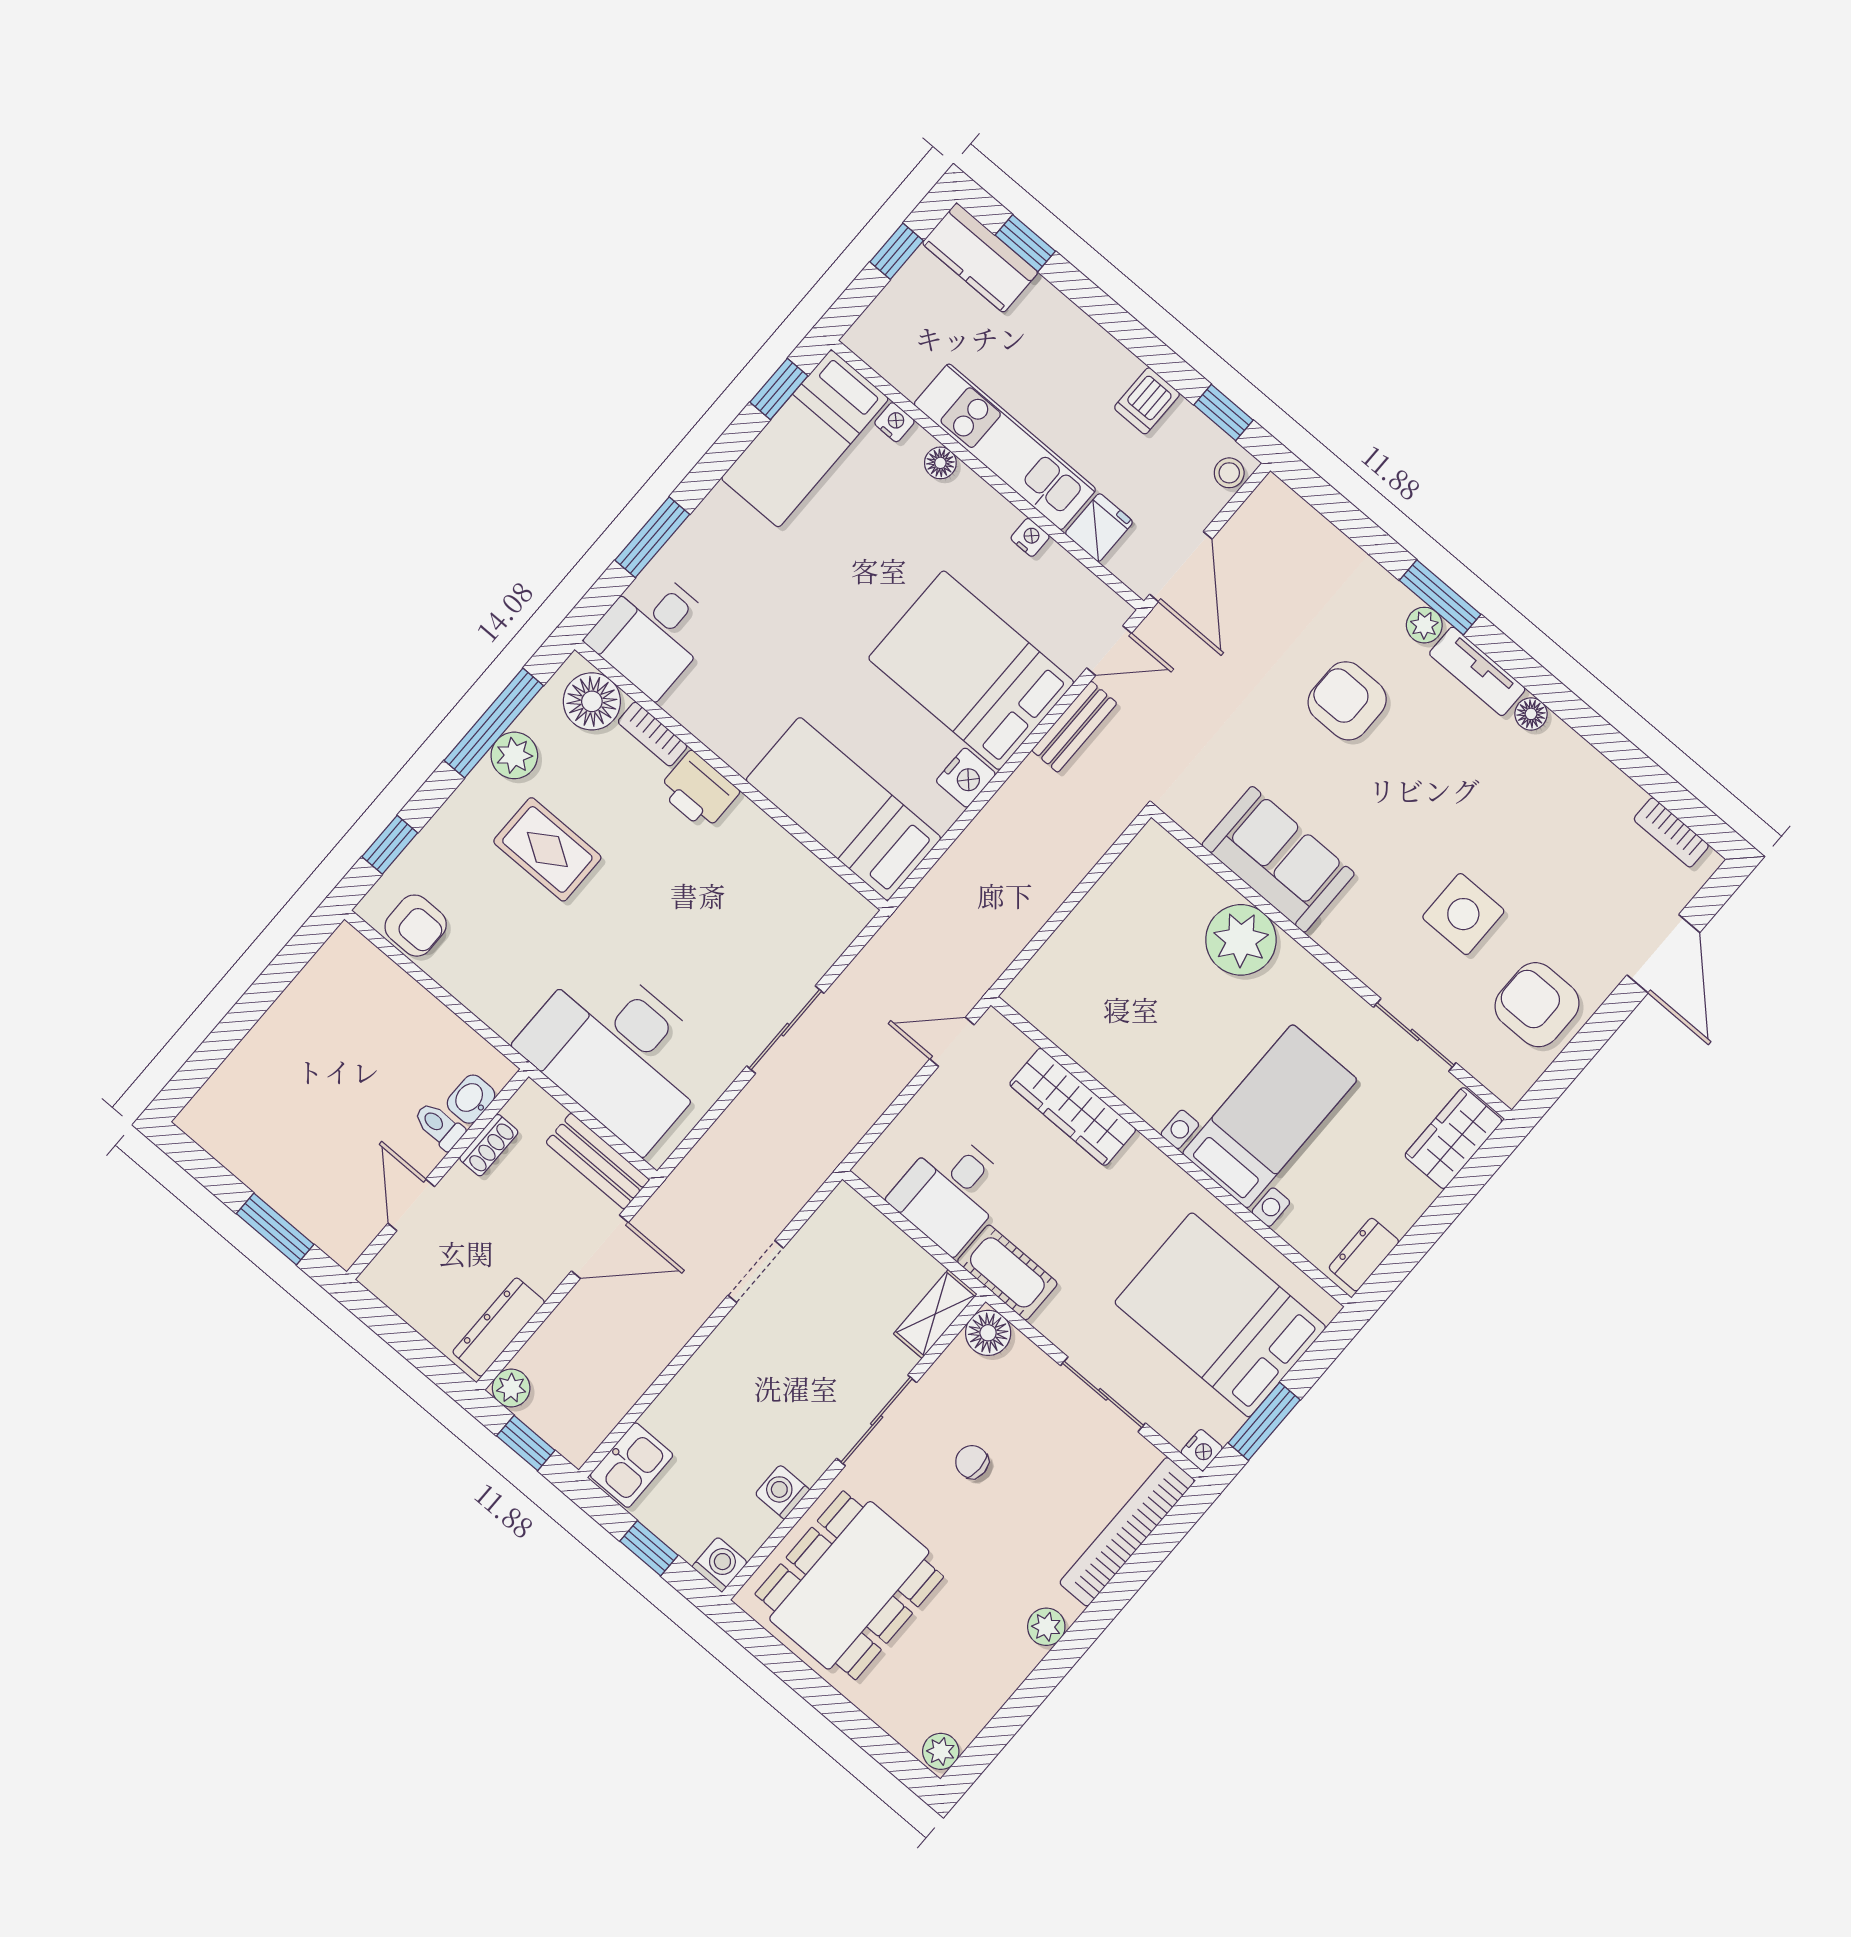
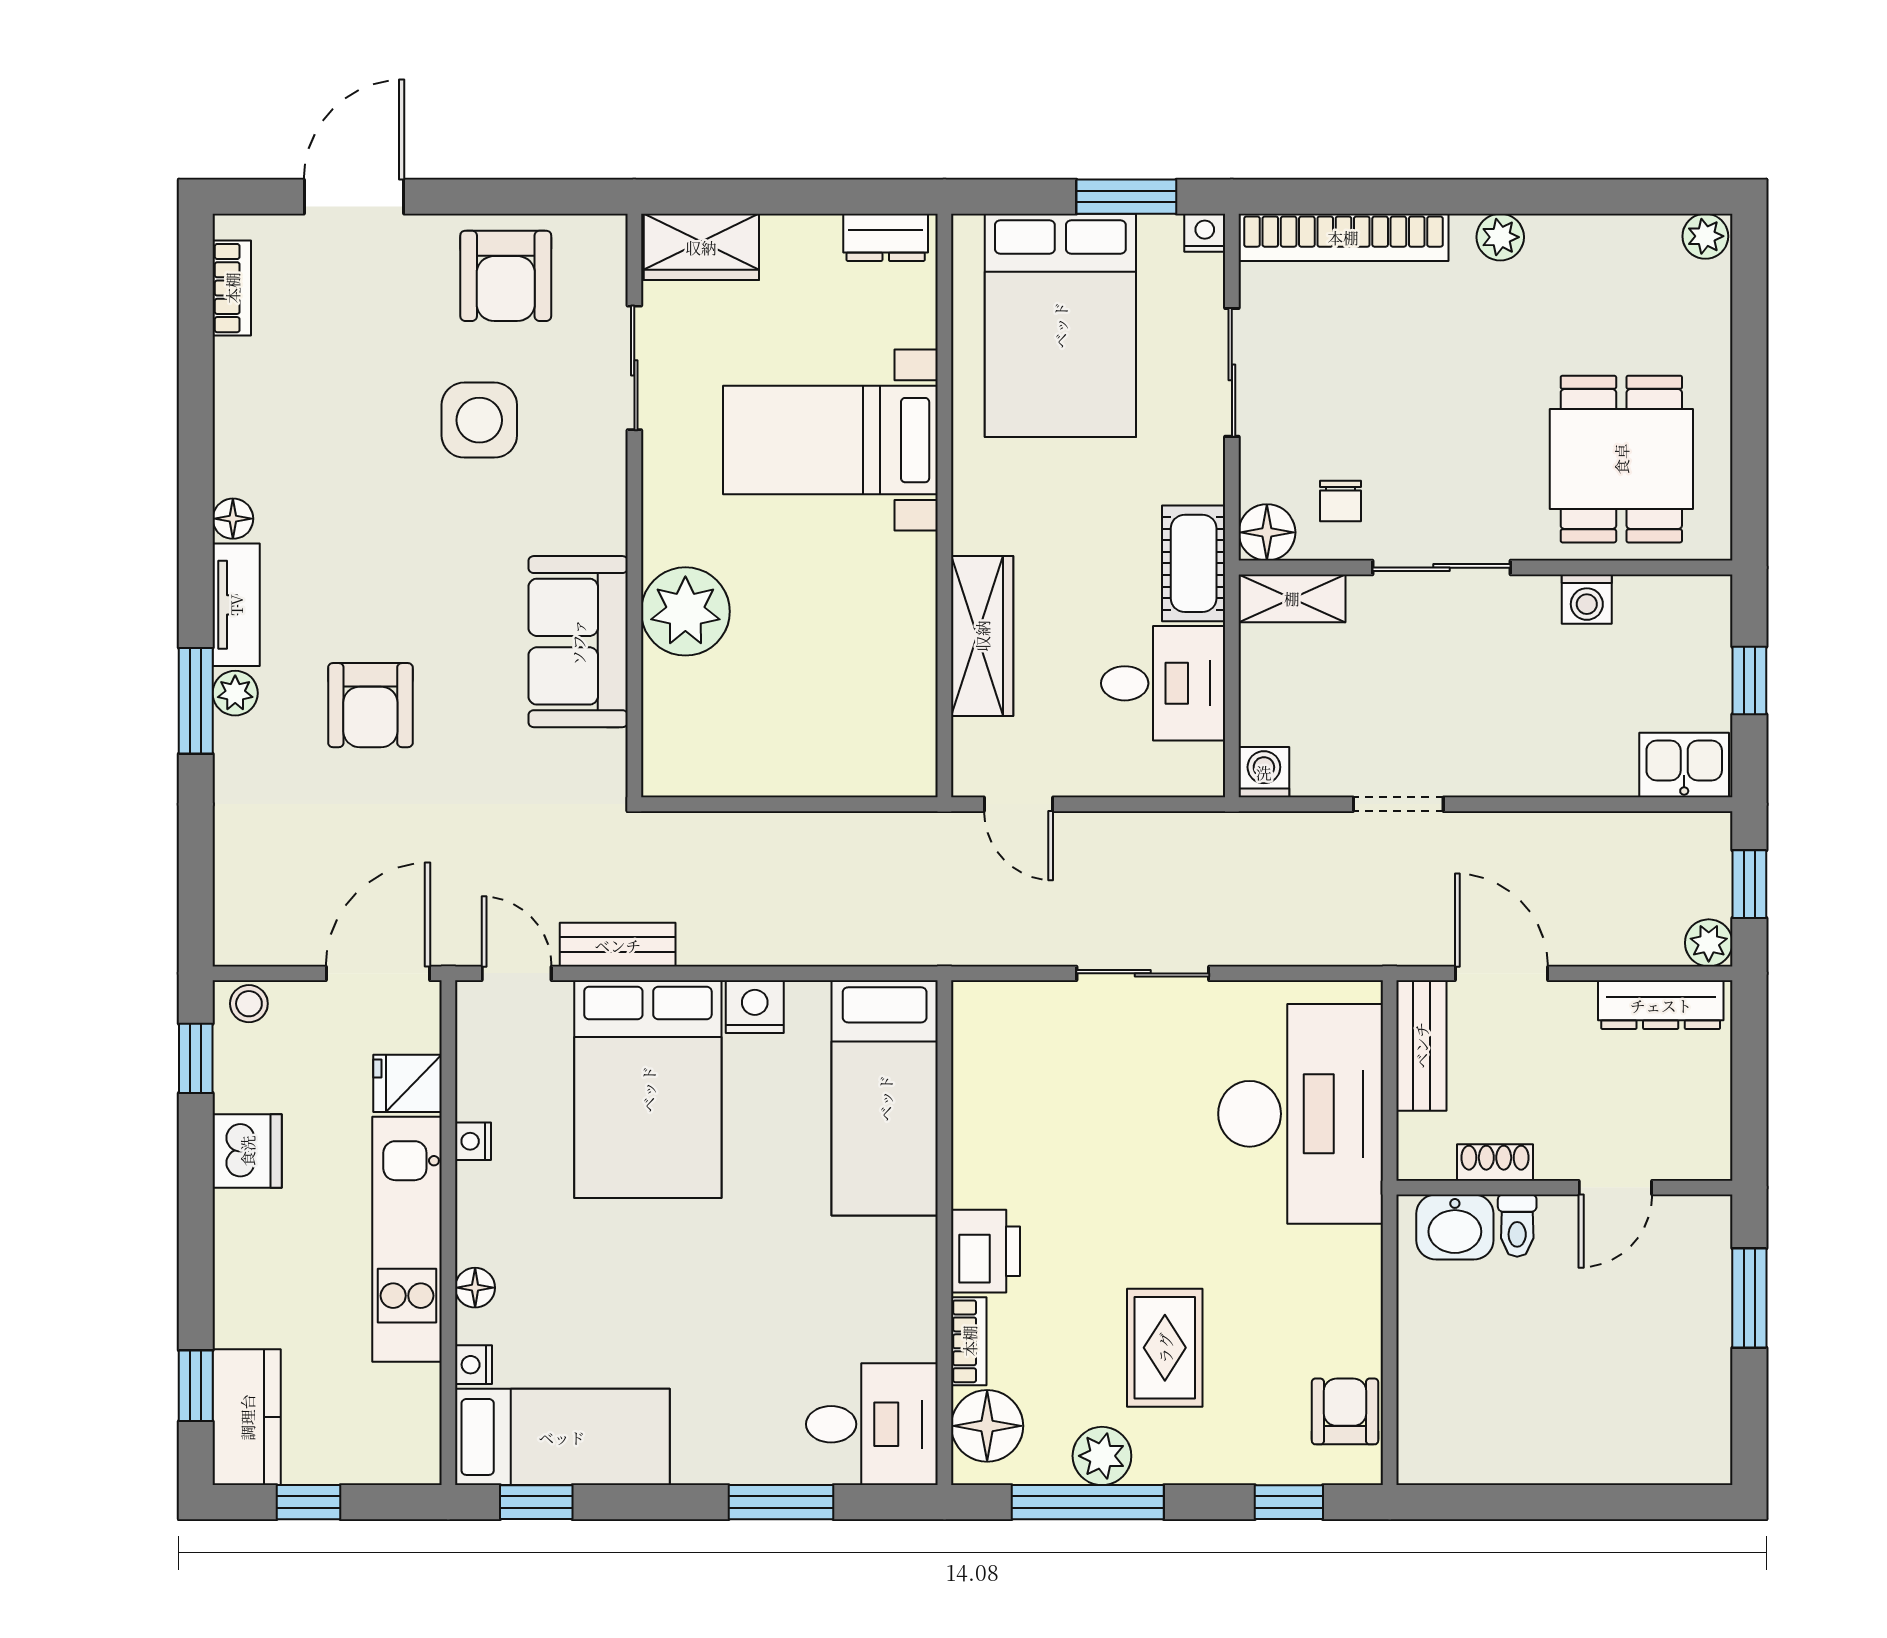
dishwasher: (1147, 401) -> (247, 1151), width x1.38
washbasin: (471, 1099) -> (1455, 1227), width x1.38, depth x1.45
chair: (972, 1462) -> (1340, 501), moved
washing machine: (720, 1565) -> (1264, 772), moved, turned 90
dining table: (849, 1585) -> (1621, 459), width x0.73

